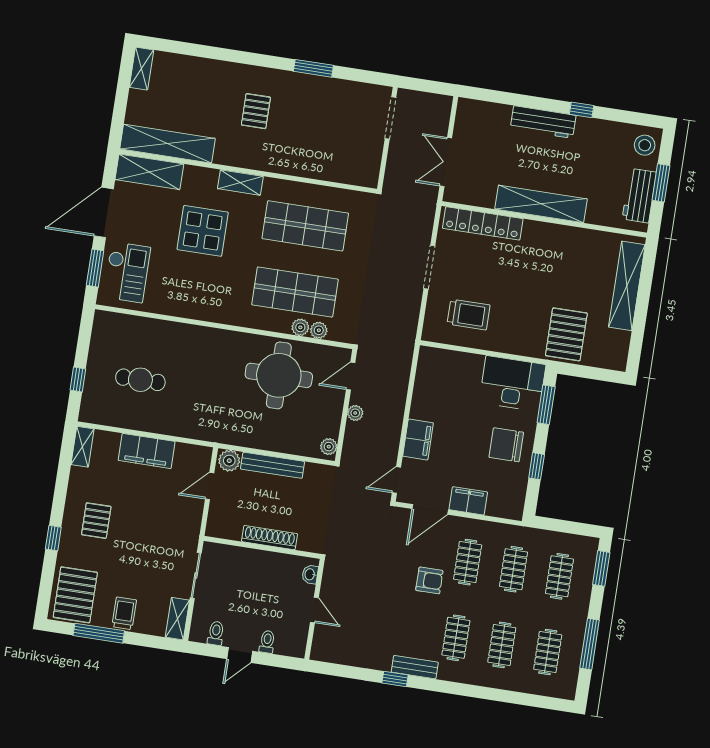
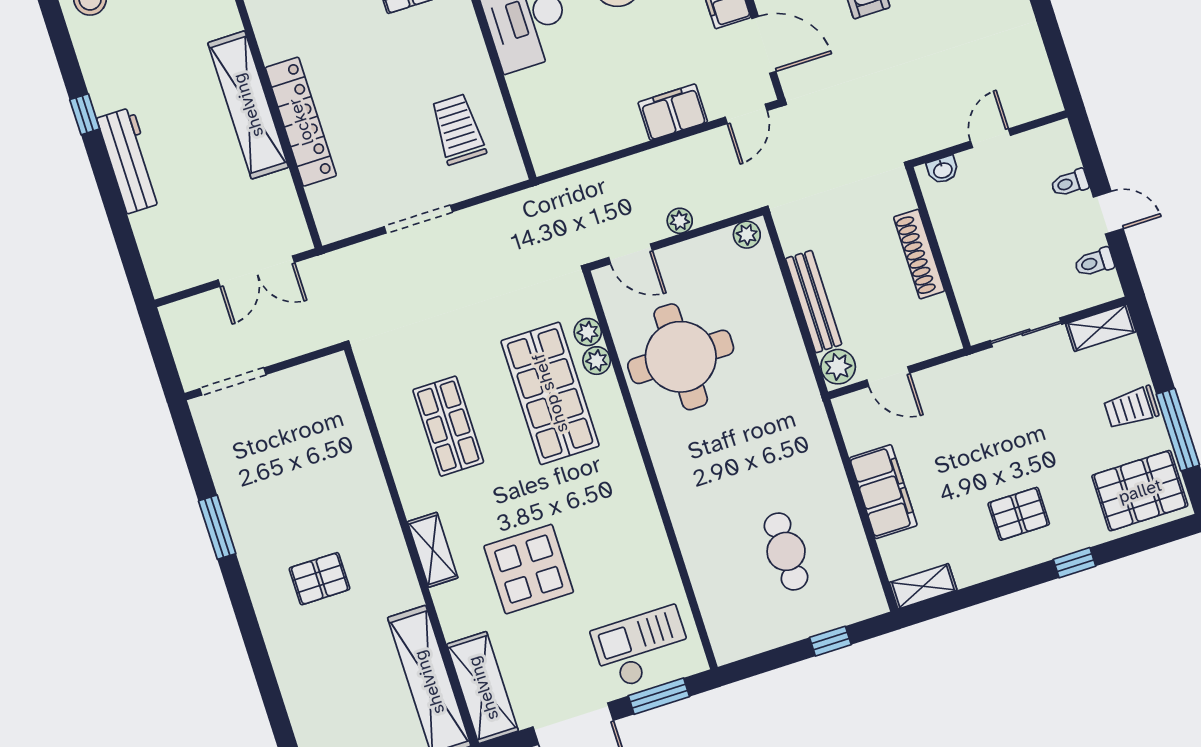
locker: (483, 223) -> (301, 122), moved
shop shelf: (305, 226) -> (448, 426), width x0.70, depth x0.74
door: (396, 480) -> (746, 114), hinge flipped

